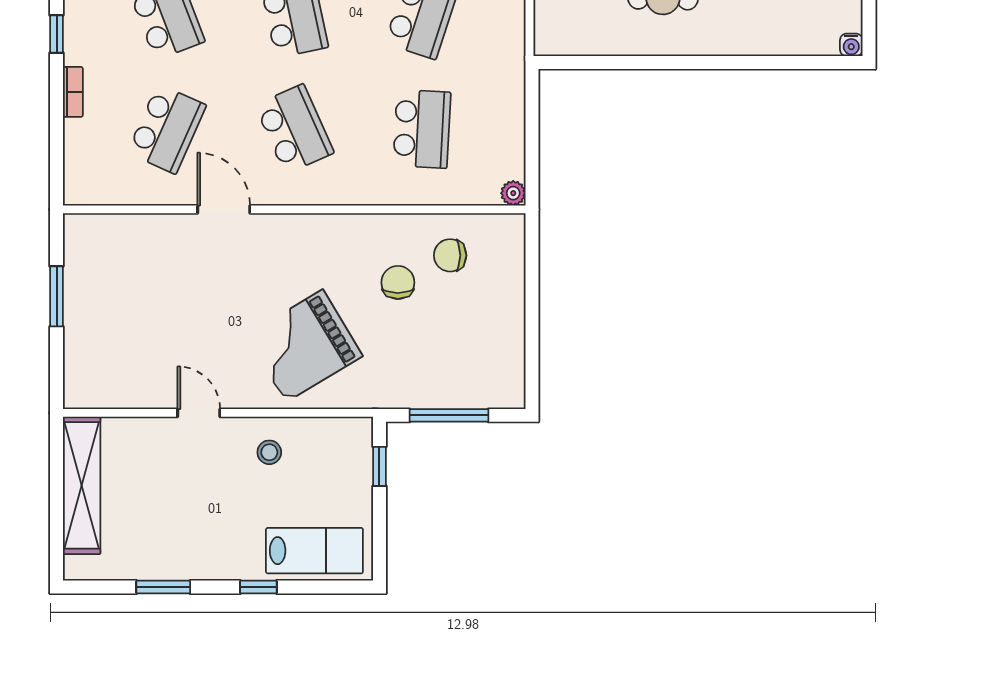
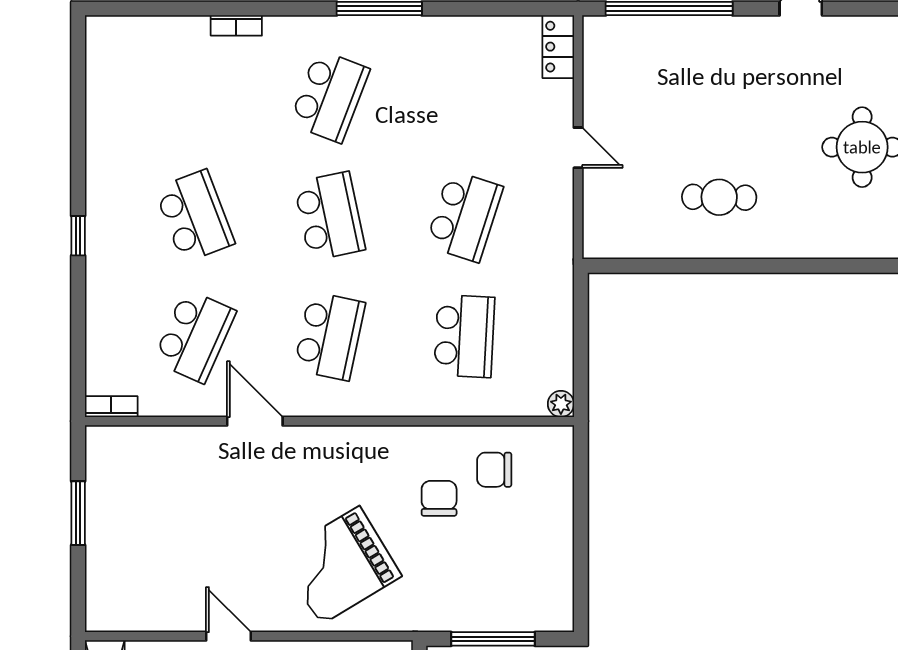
bookcase: (73, 92) -> (111, 407), moved, turned -90
school desk: (294, 129) -> (329, 336), turned 36

